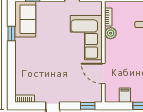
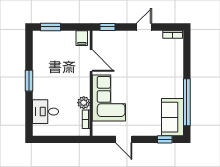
window: (11, 33) -> (187, 102), width x3.17
filing cabinet: (125, 95) -> (82, 38), moved

